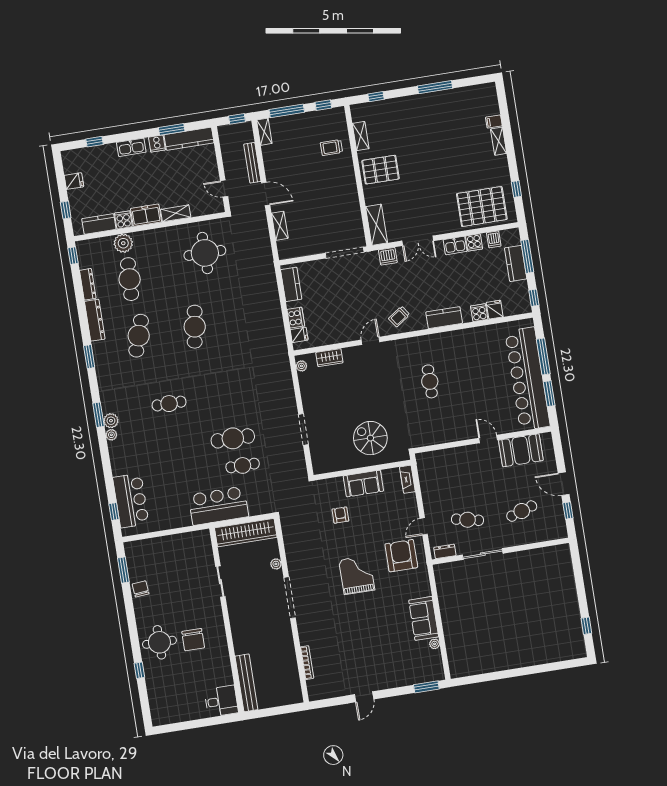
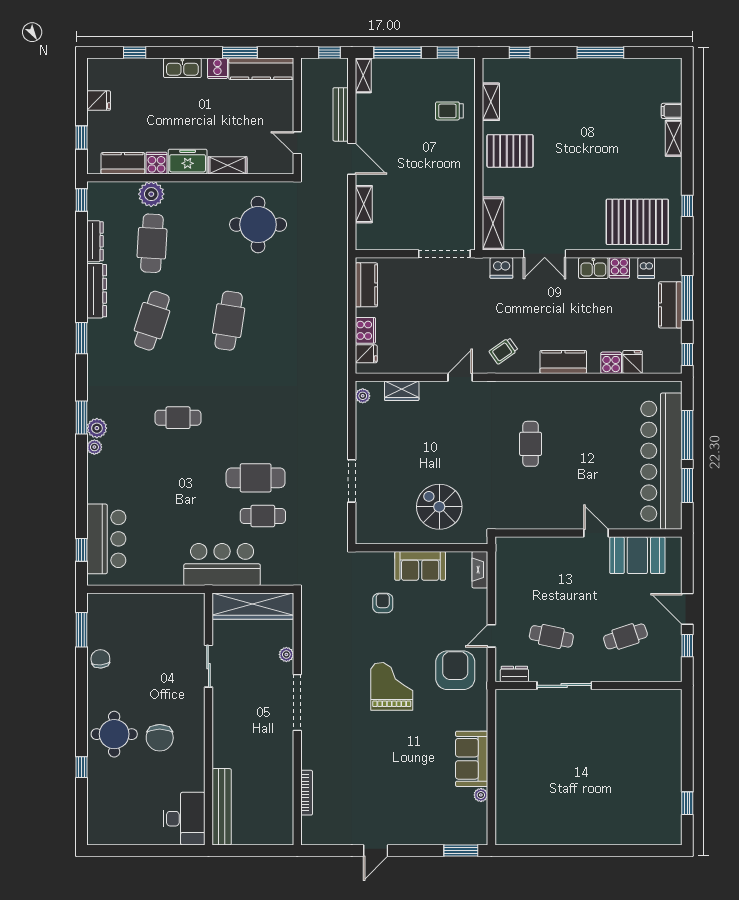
desk: (221, 701) -> (184, 819), width x1.37

